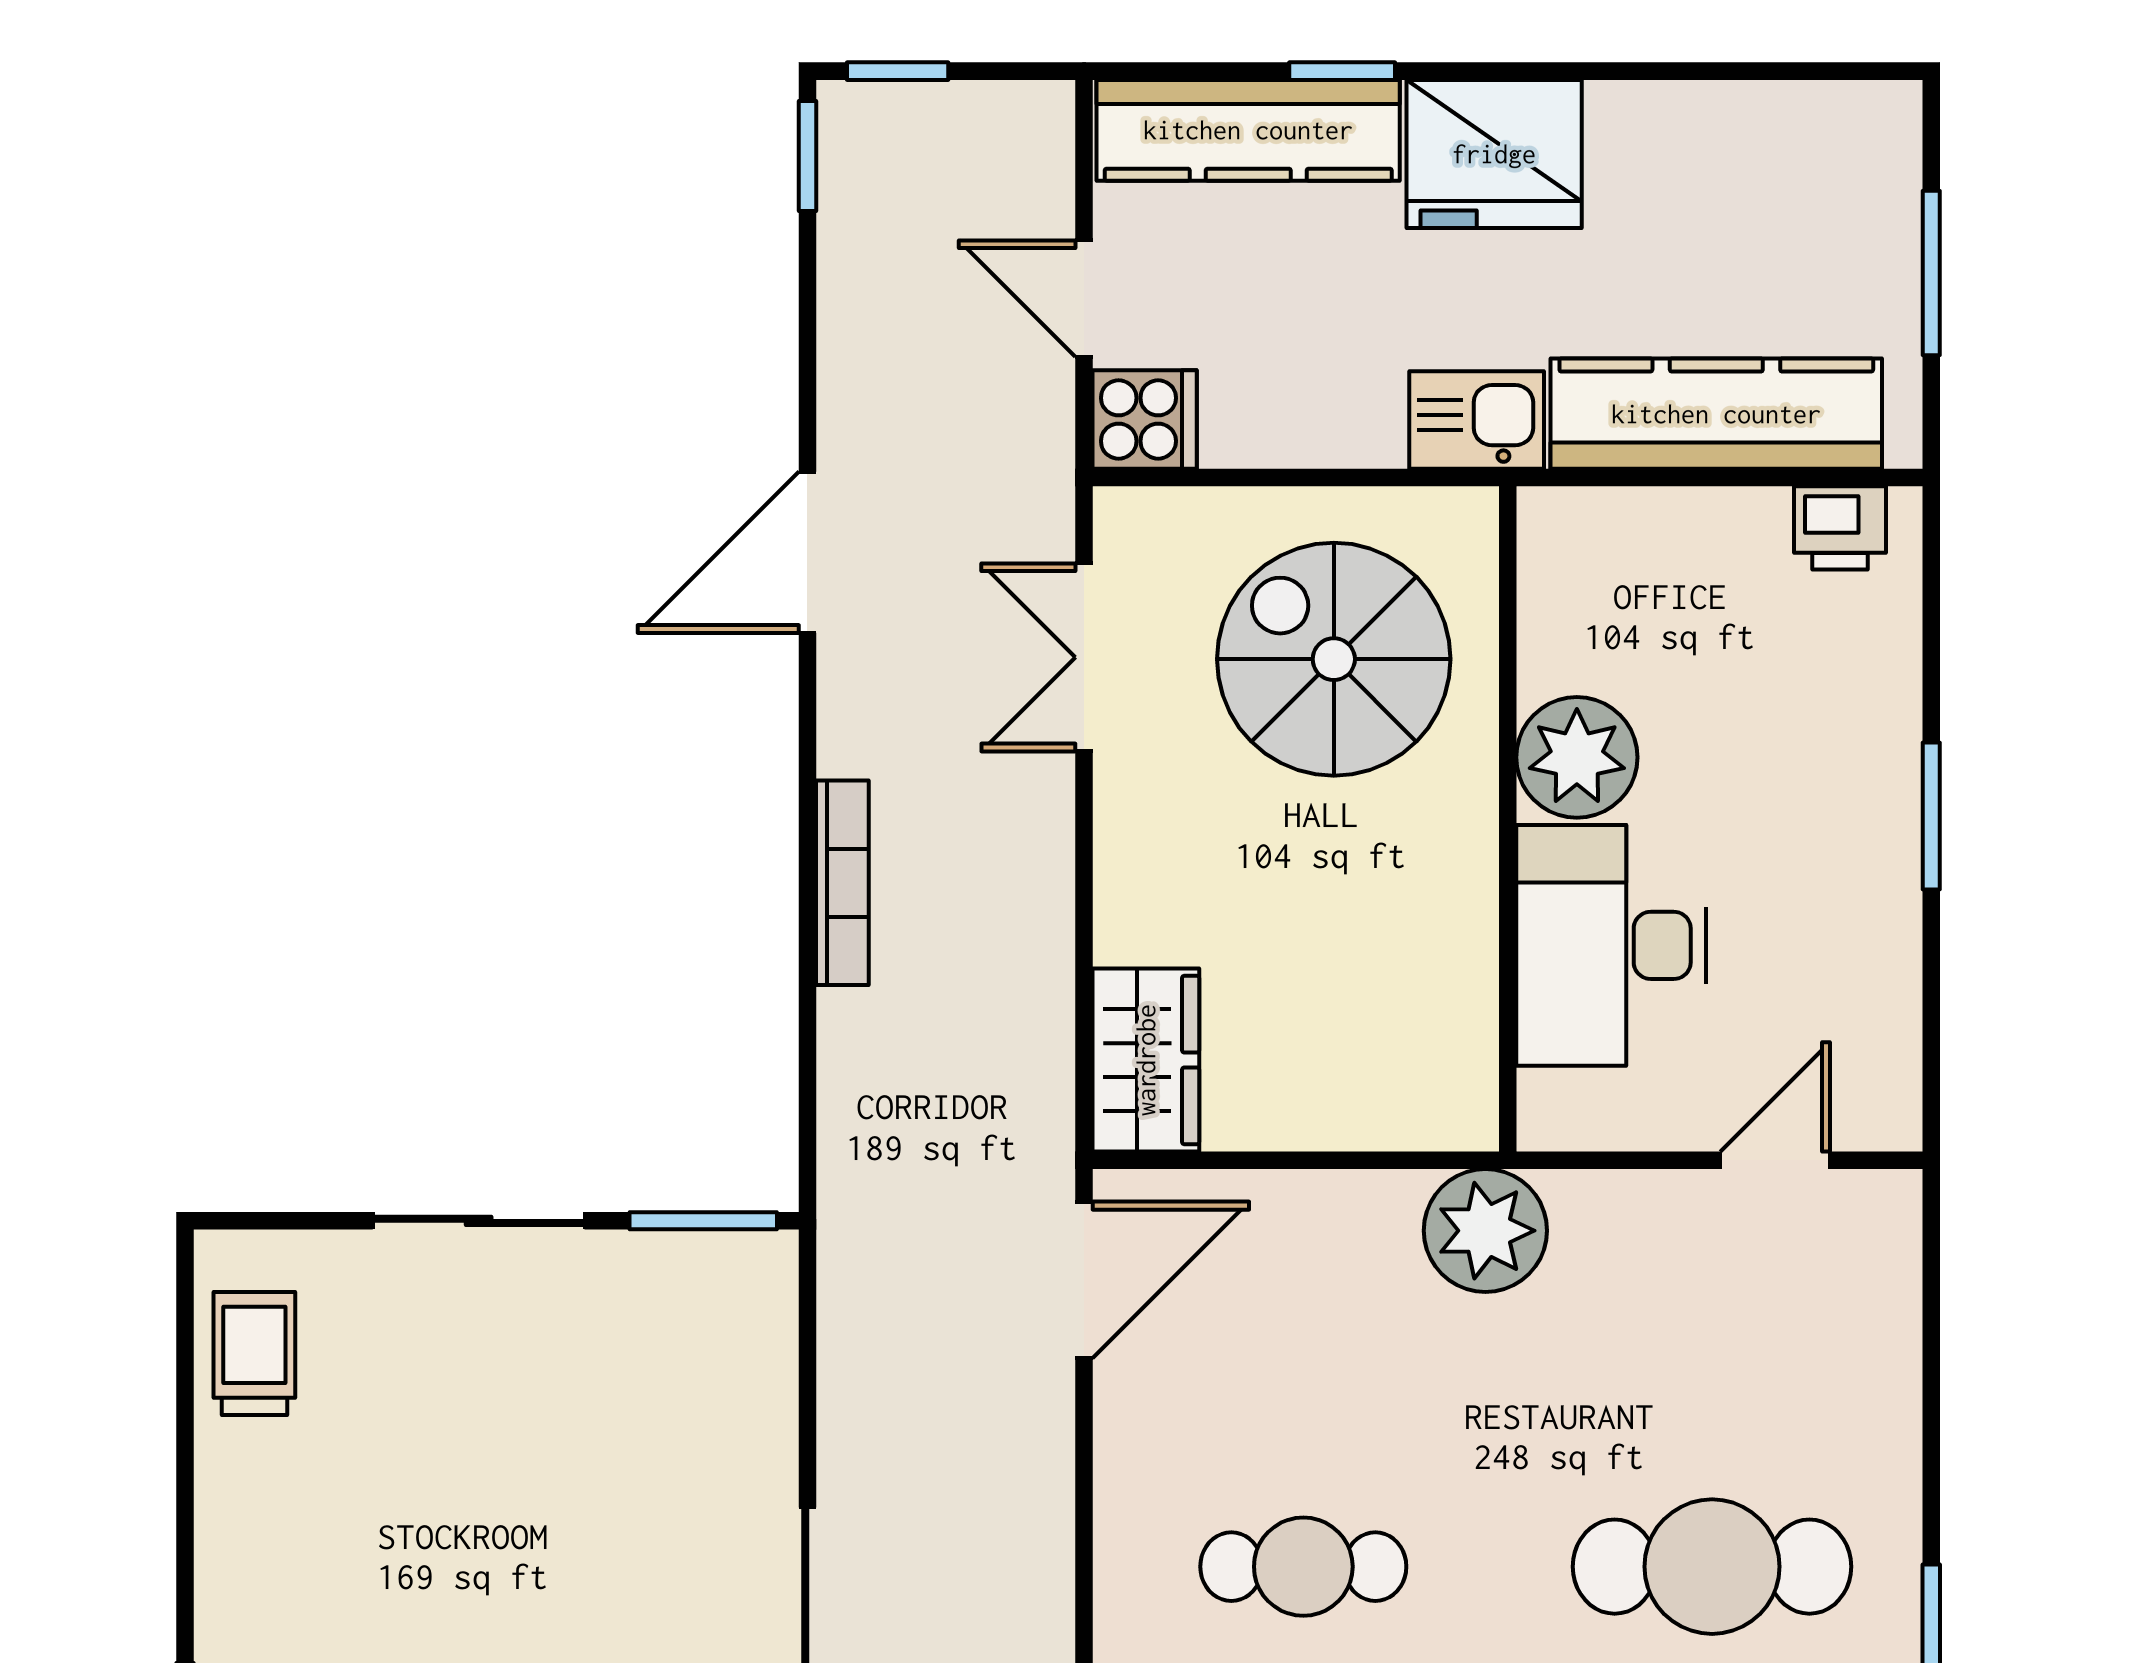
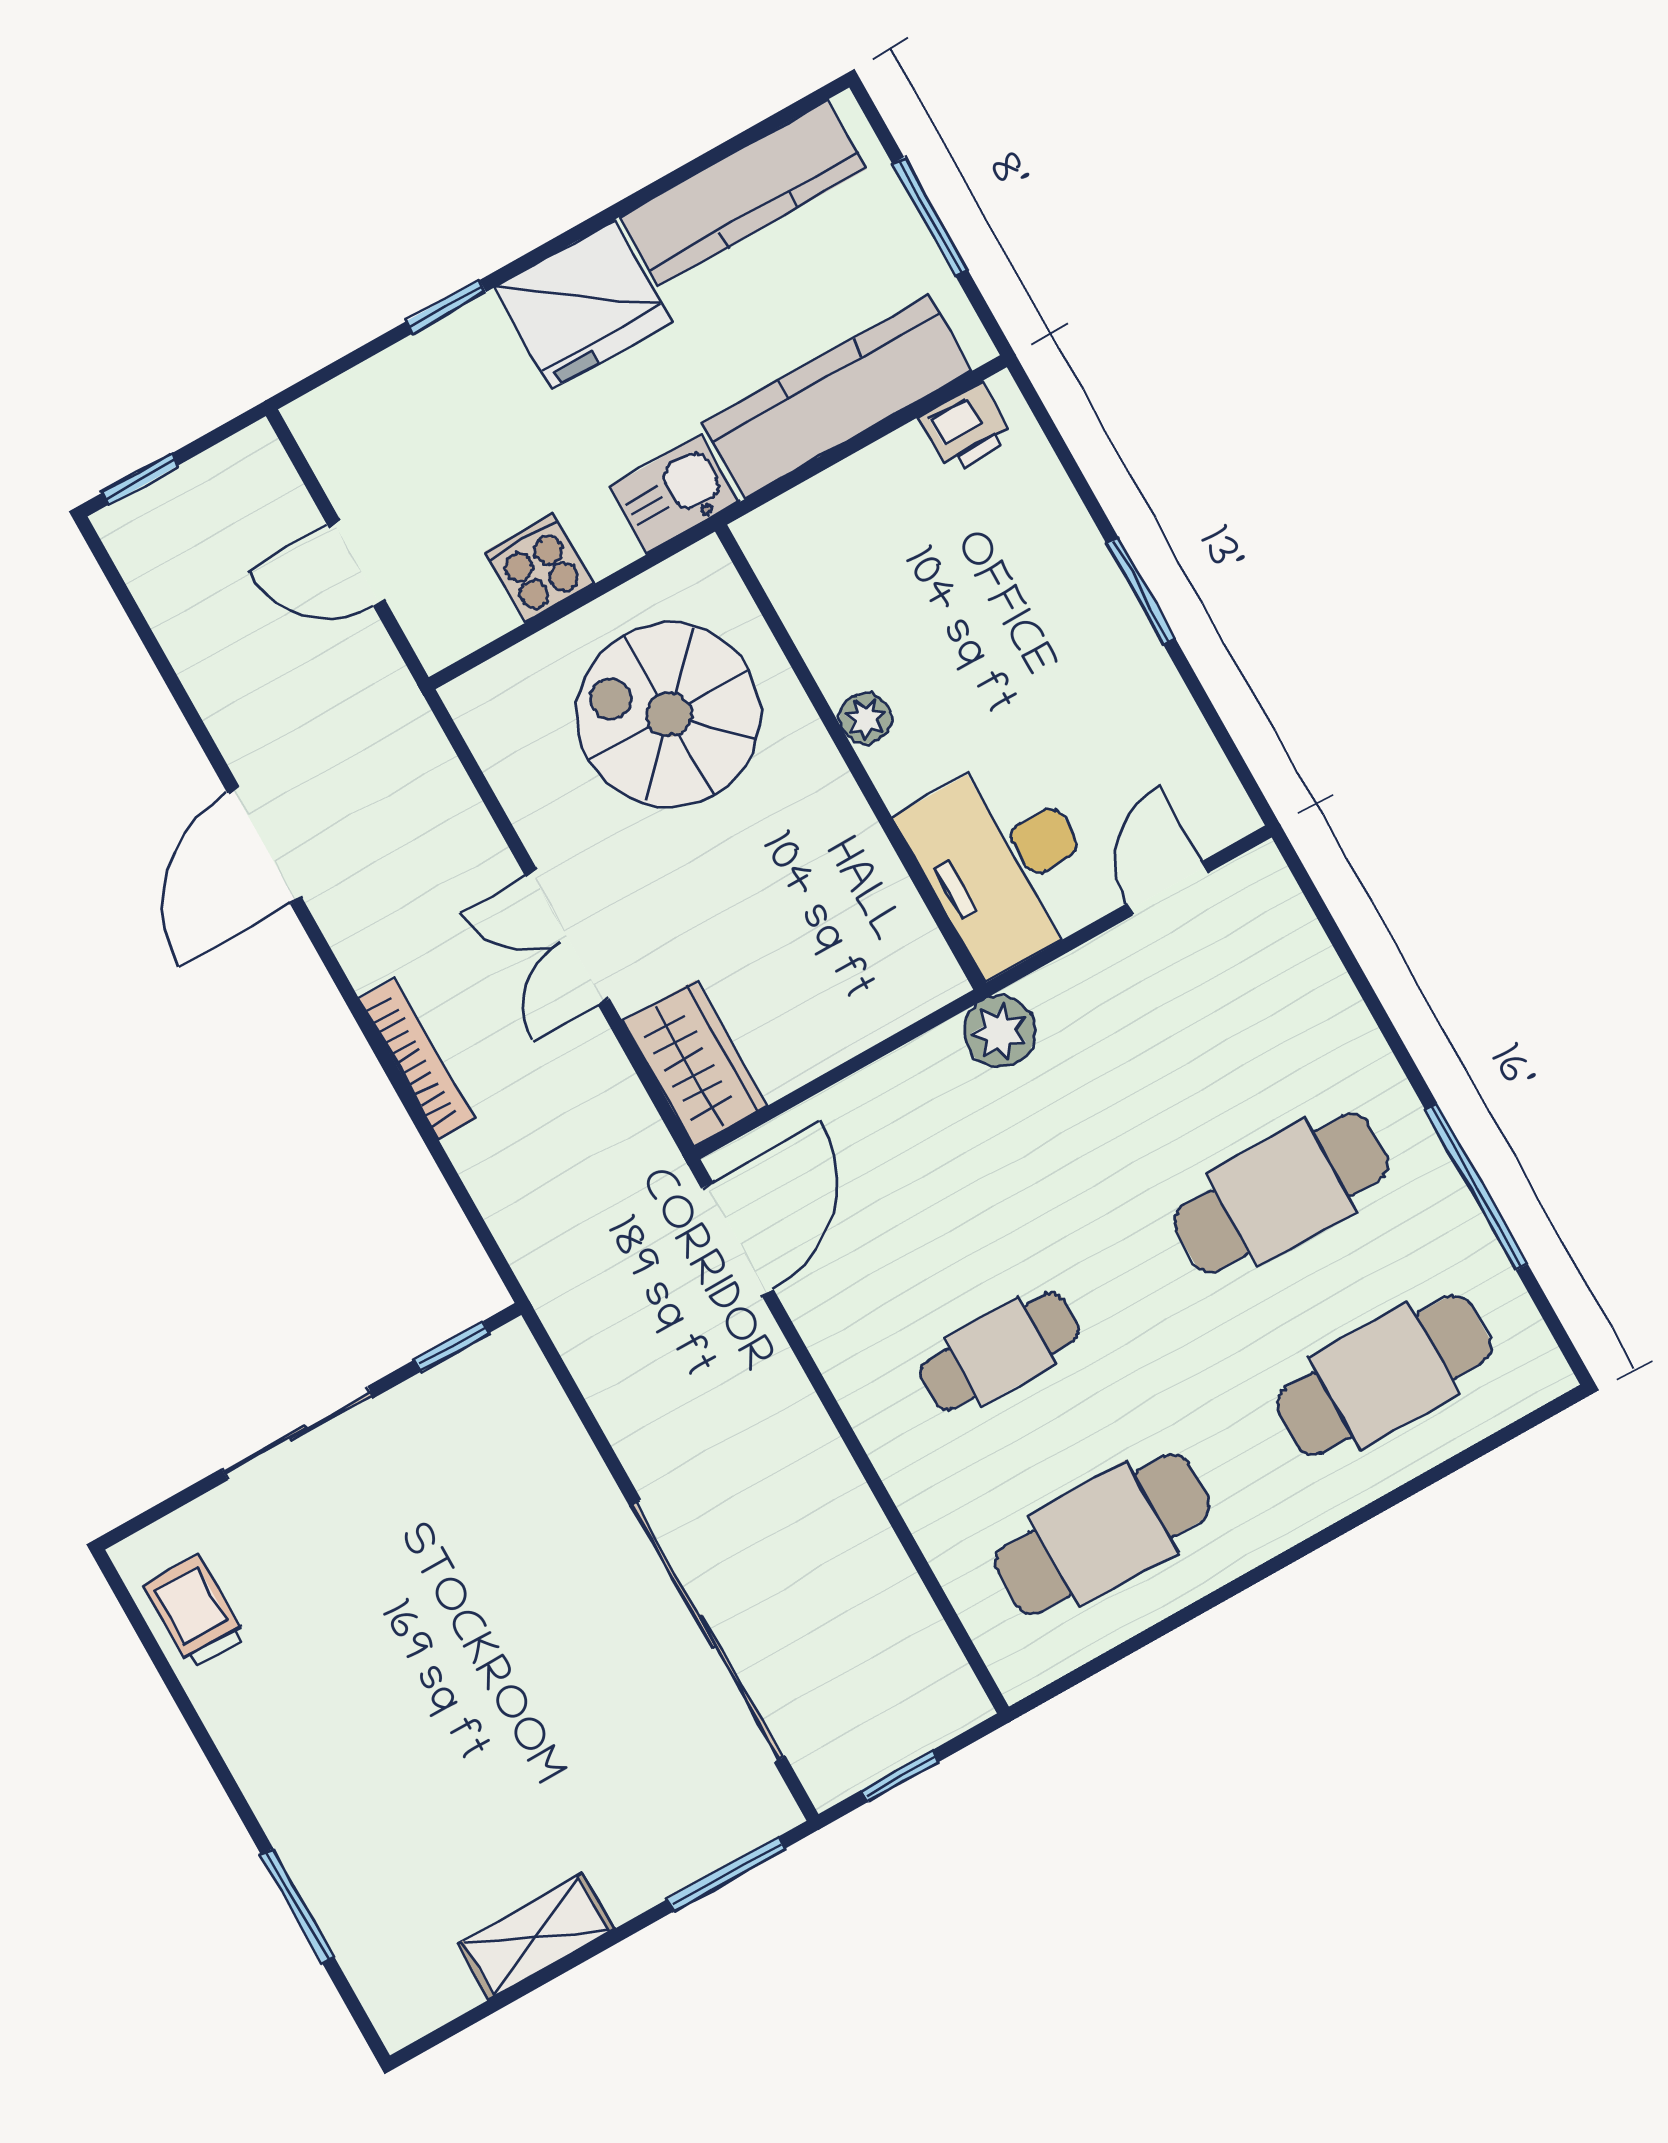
kitchen counter: (1248, 130) -> (743, 193), moved
window: (807, 156) -> (111, 572), removed
cooker: (1145, 419) -> (539, 568), moved, turned -90
double door: (1084, 657) -> (567, 937), moved
plant: (1577, 757) -> (866, 718), width x0.53, depth x0.53
desk: (1611, 945) -> (1004, 863), moved
window: (703, 1221) -> (452, 1346), width x0.67
plant: (1485, 1231) -> (1000, 1032), width x0.73, depth x0.73

